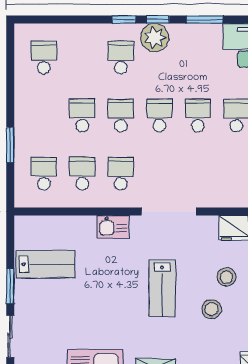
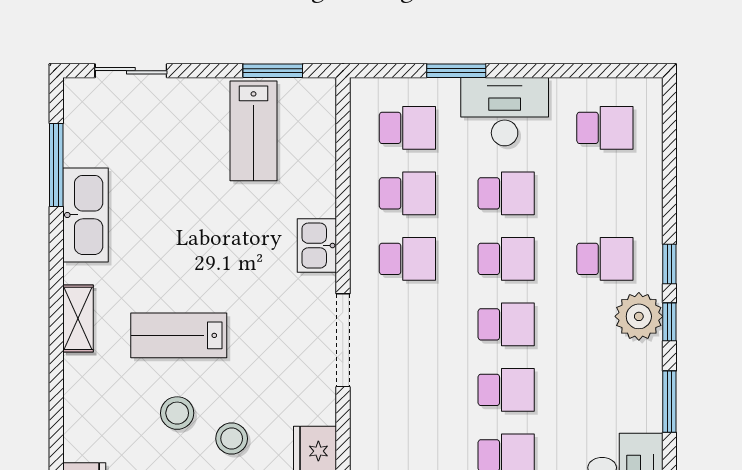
desk: (34, 116) -> (505, 112), added
window: (10, 286) -> (273, 71), moved
lab bench: (162, 288) -> (179, 335), moved

